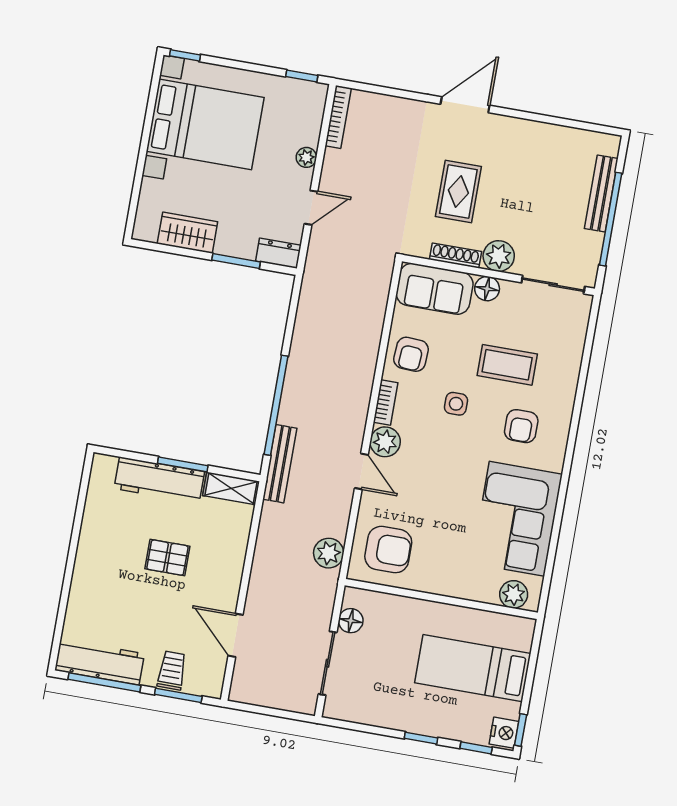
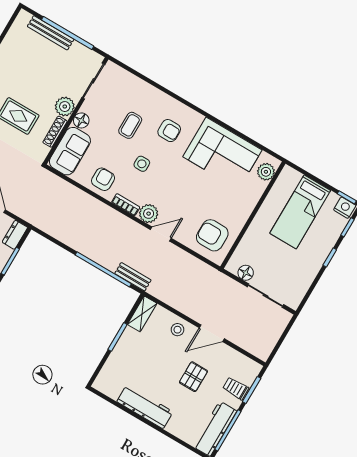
armchair: (411, 354) -> (103, 179), turned -93
coffee table: (507, 365) -> (130, 125), width x0.73, depth x0.77
bench: (280, 464) -> (133, 277), width x0.73
workbench: (159, 480) -> (145, 407), moved, turned -90
stool: (227, 550) -> (177, 330), added
armchair: (388, 550) -> (212, 235), turned -90
plant: (329, 553) -> (201, 271), removed
pallet: (167, 558) -> (193, 377), moved
door: (236, 635) -> (212, 333), moved

